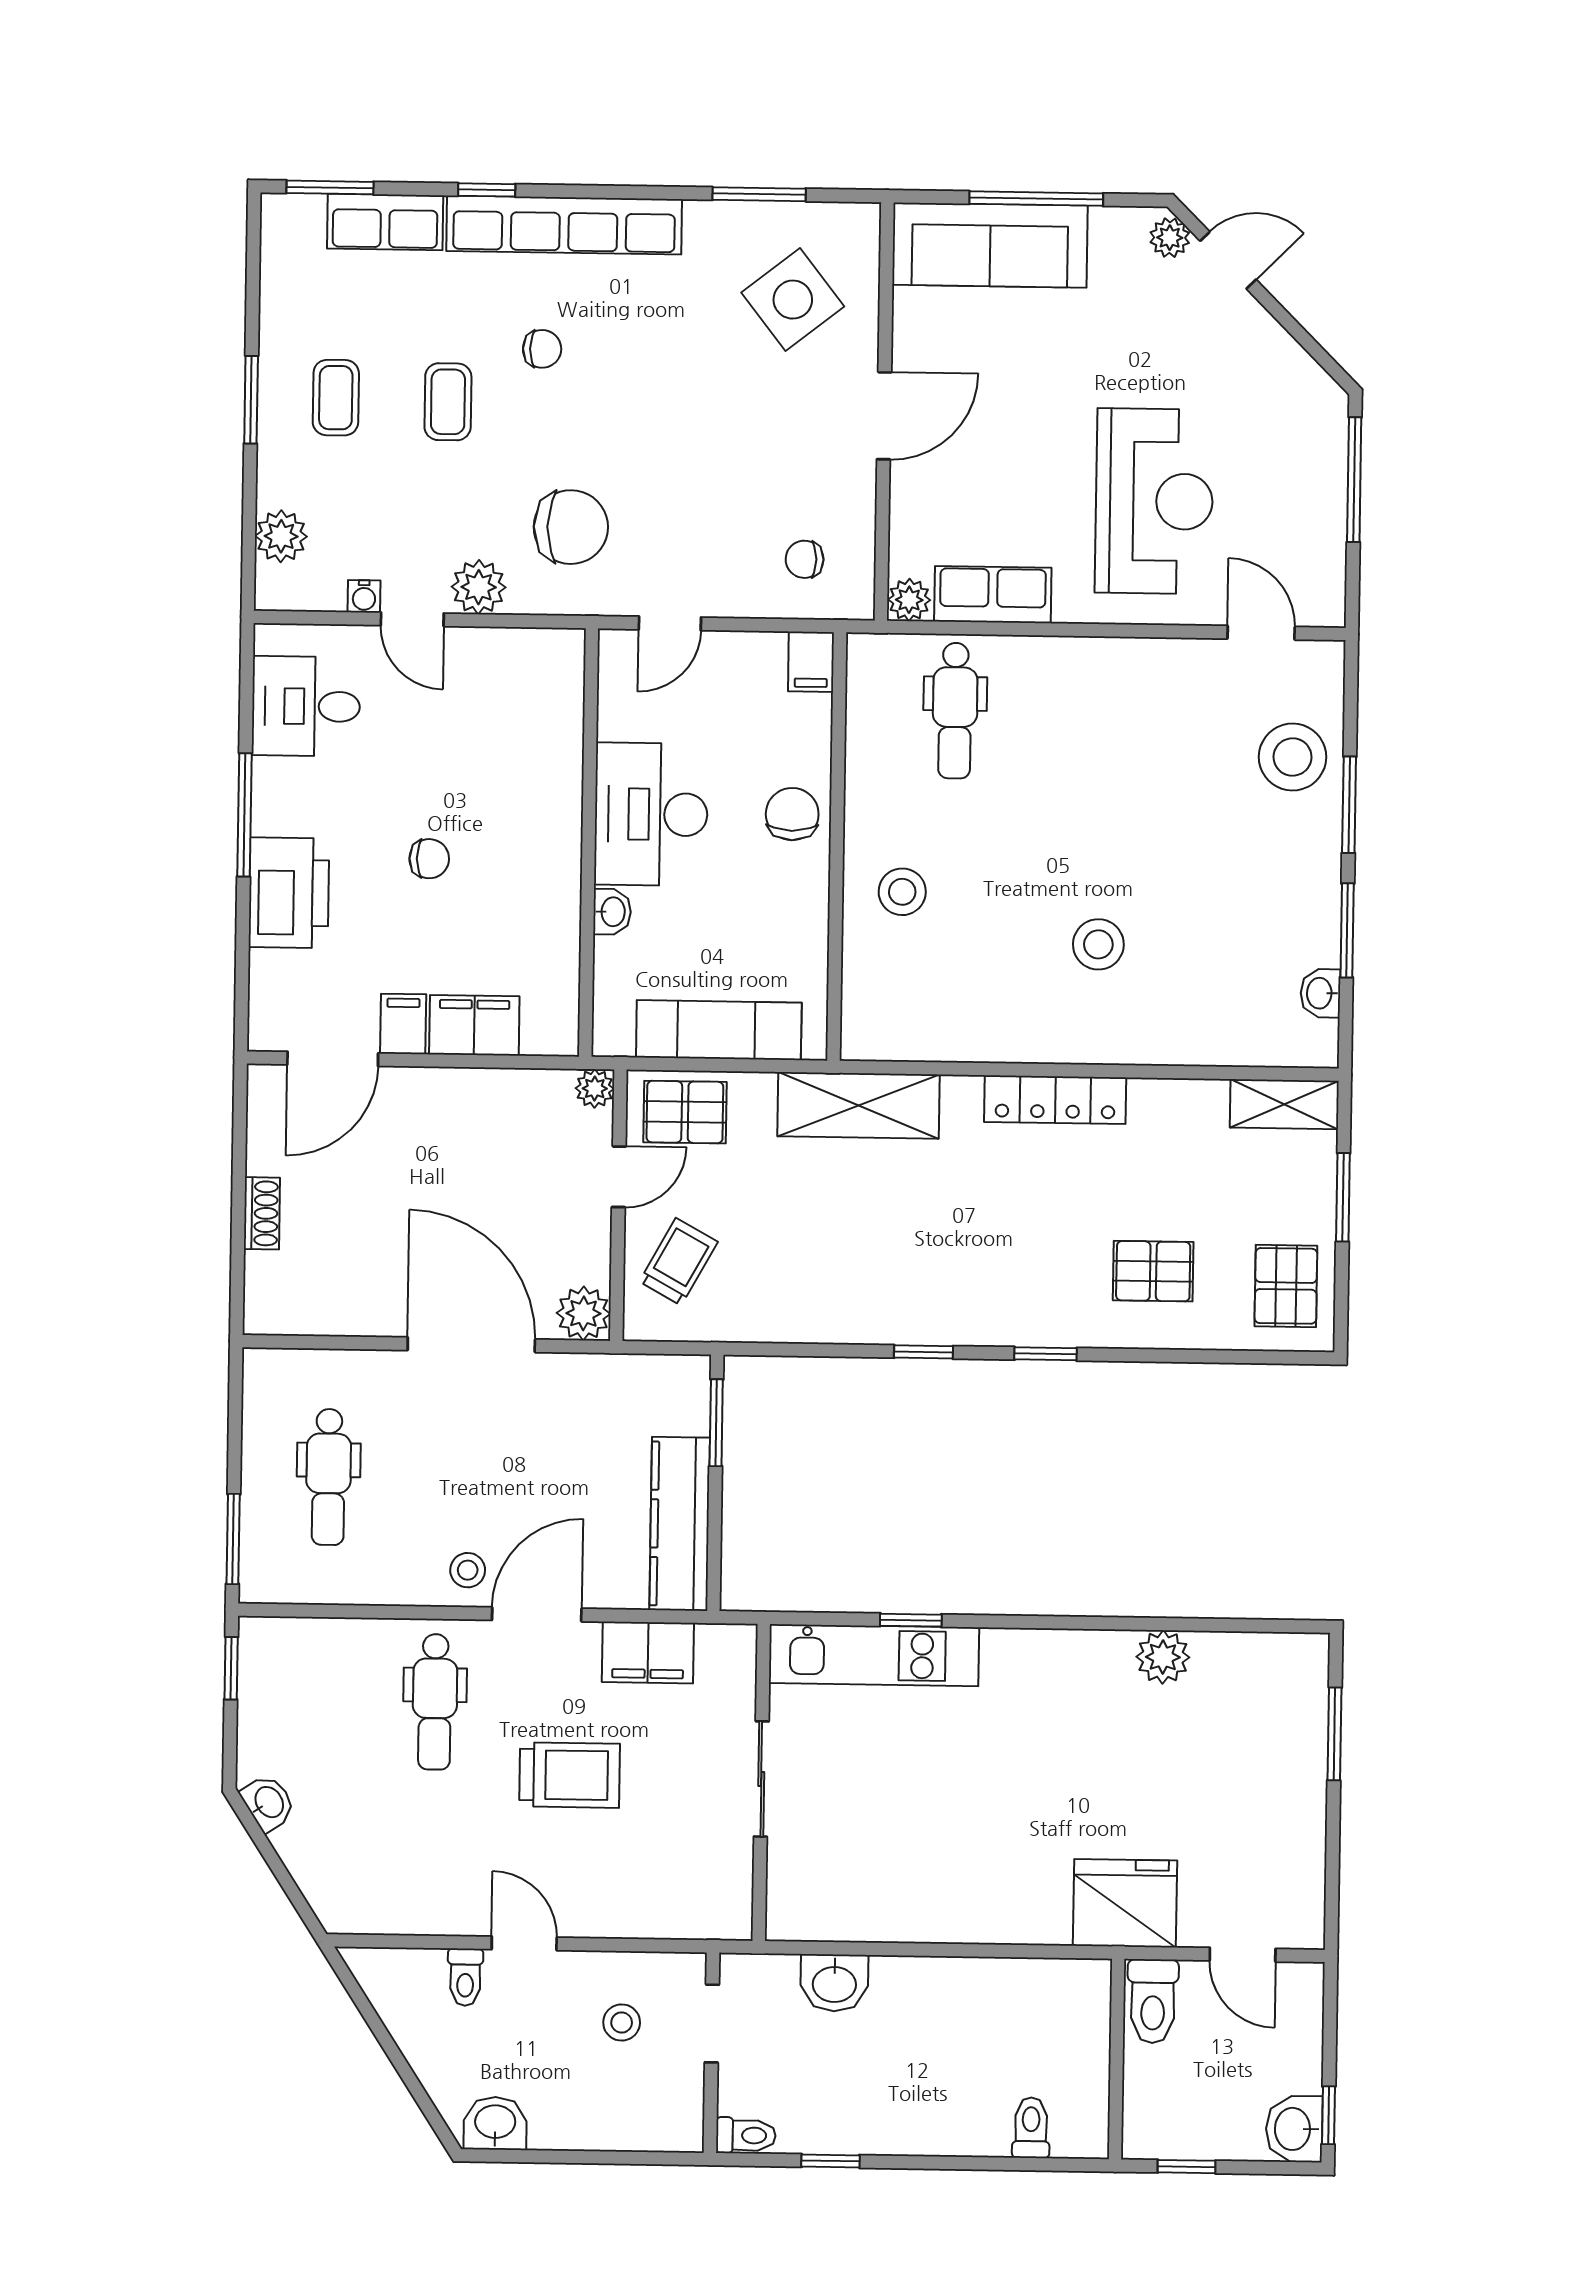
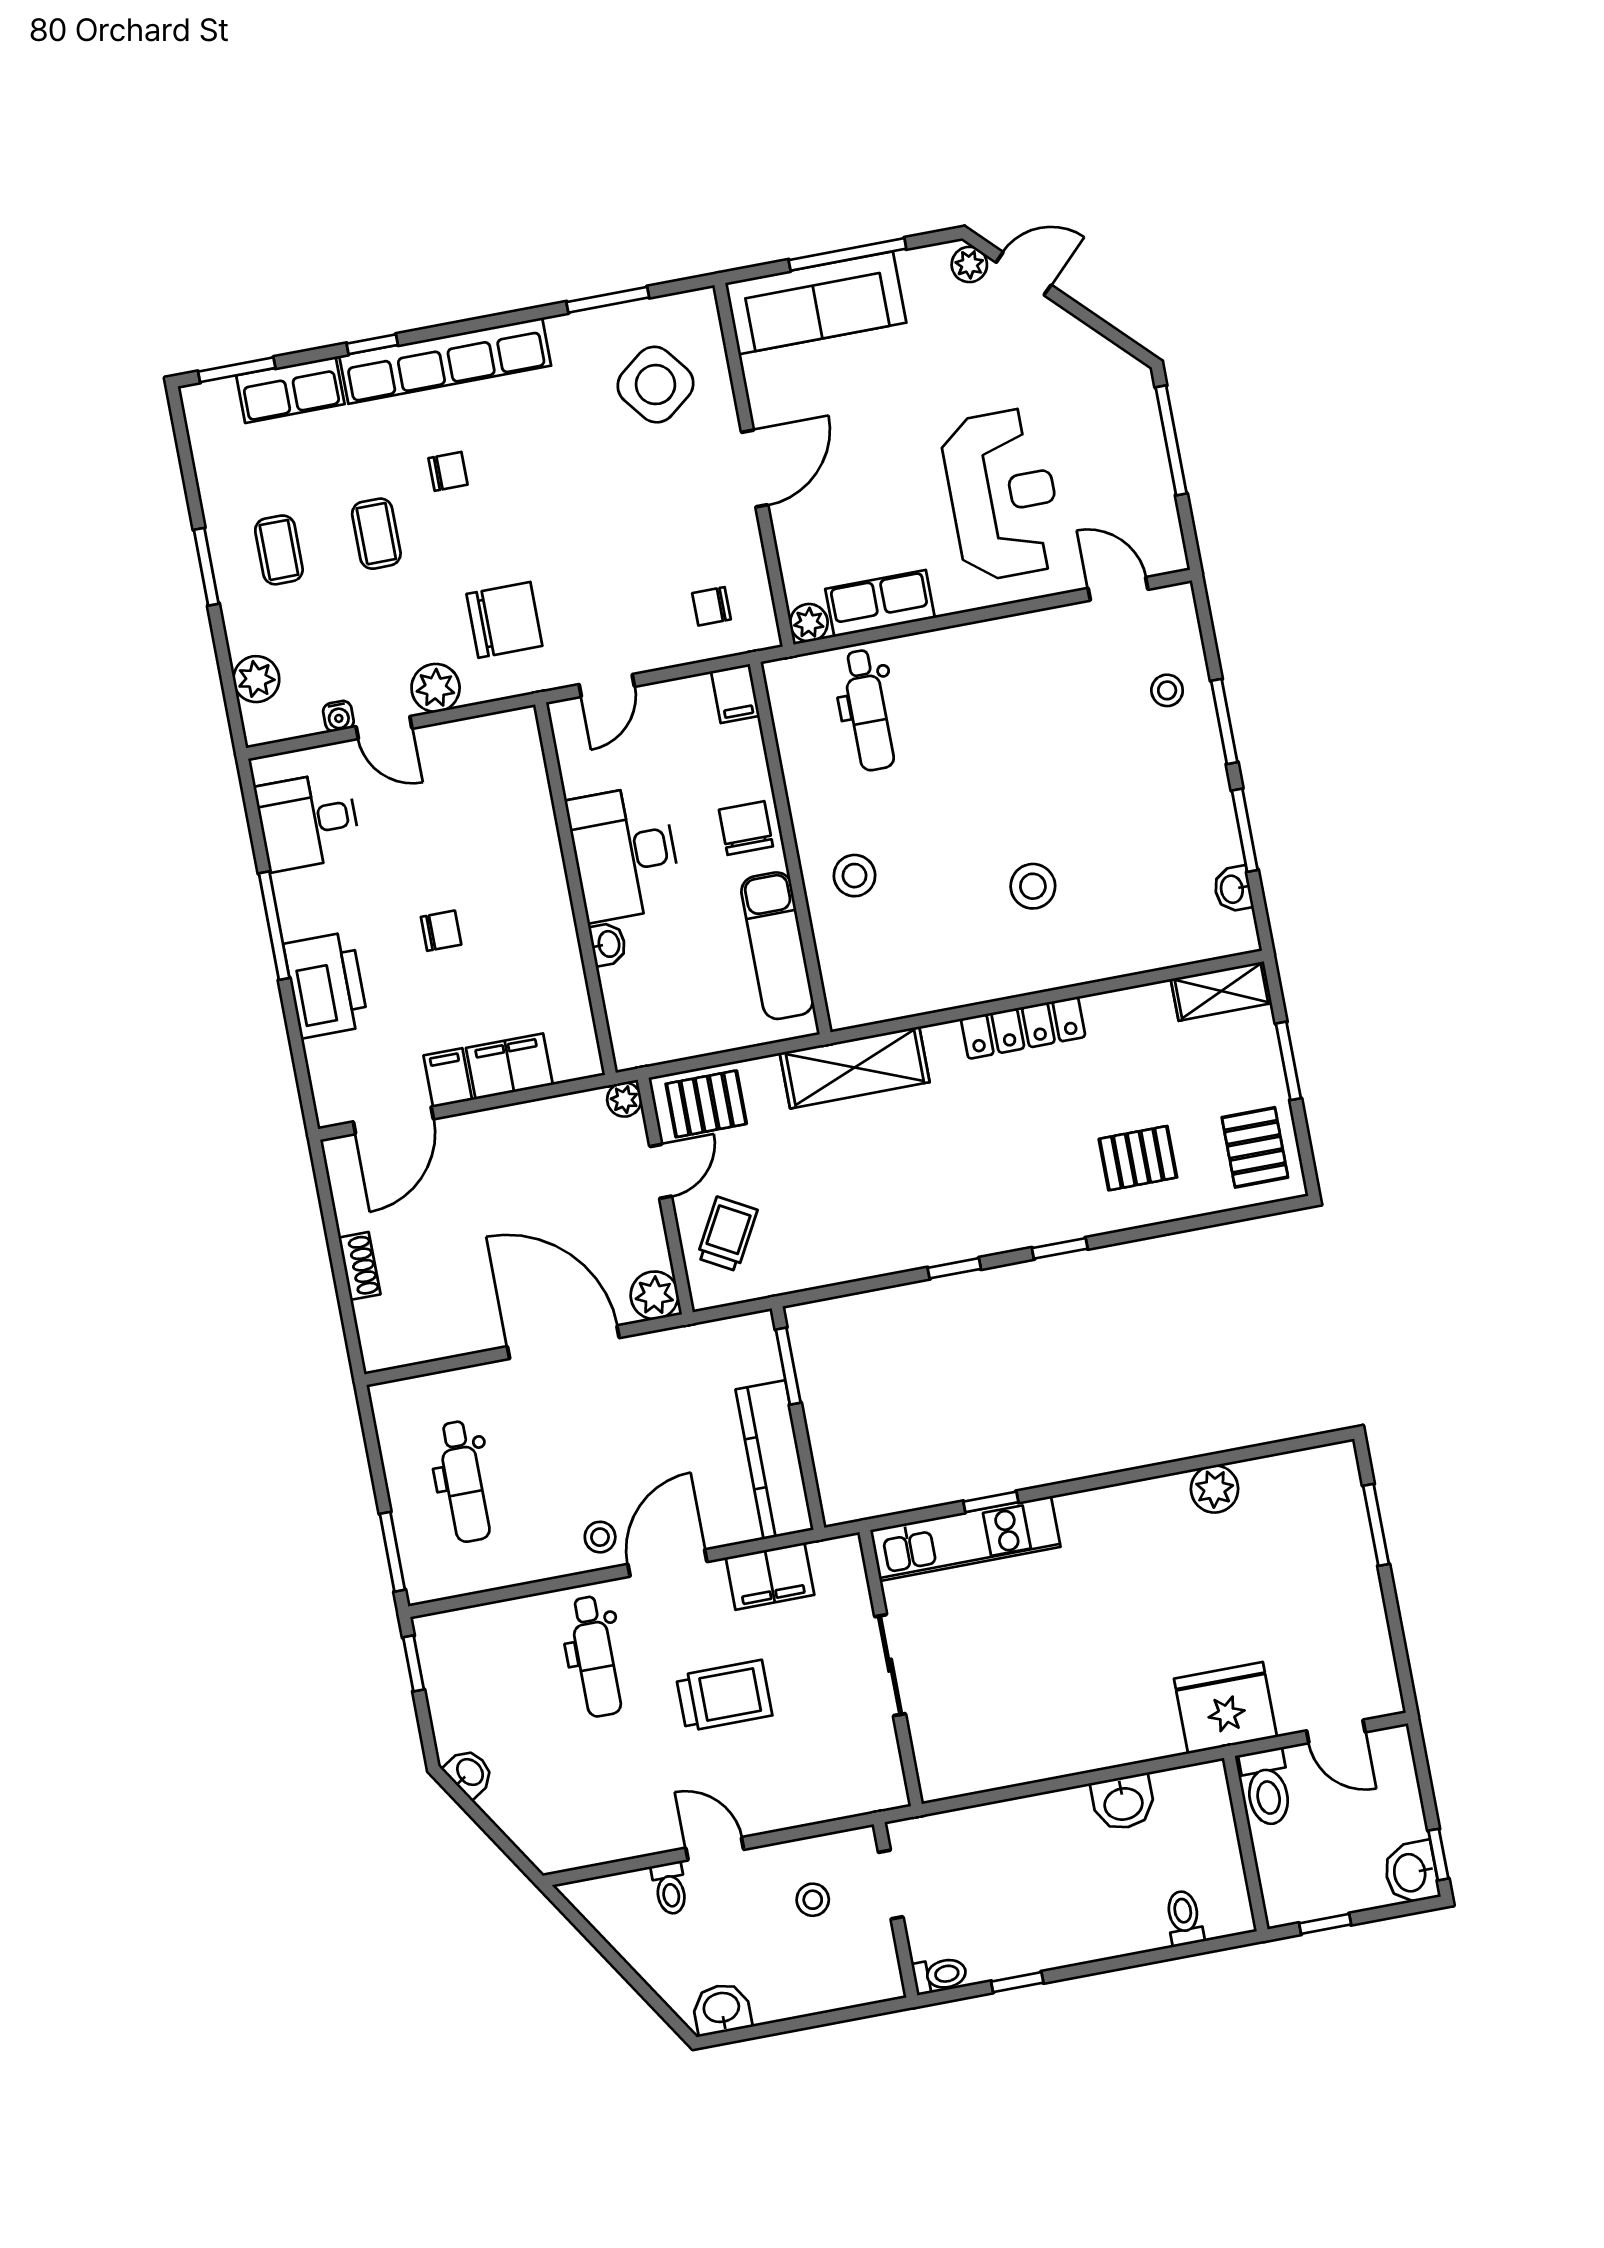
stool: (1293, 757) -> (1167, 690), width x0.53, depth x0.53
exam couch: (719, 1030) -> (777, 946), moved, turned -90
washbasin: (834, 1983) -> (1123, 1803), moved

